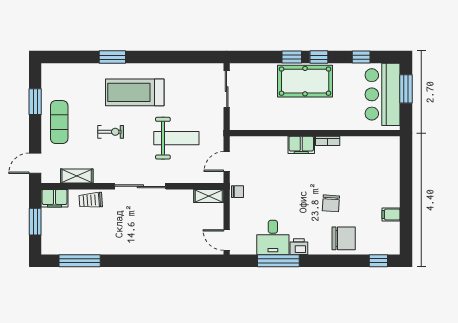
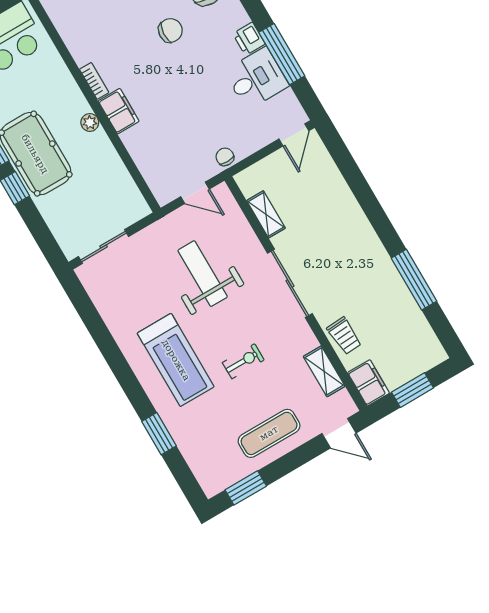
window: (112, 57) -> (159, 434), moved
window: (35, 102) -> (246, 488), moved
plant: (304, 124) -> (90, 122), added
exercise bike: (111, 132) -> (243, 361), turned 90
shelving: (209, 196) -> (266, 214), moved
window: (80, 261) -> (414, 280), moved

